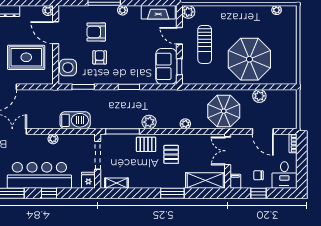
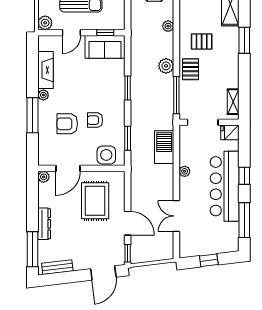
fireplace: (158, 12) -> (46, 70), moved
armchair: (96, 32) -> (67, 124), turned 90

